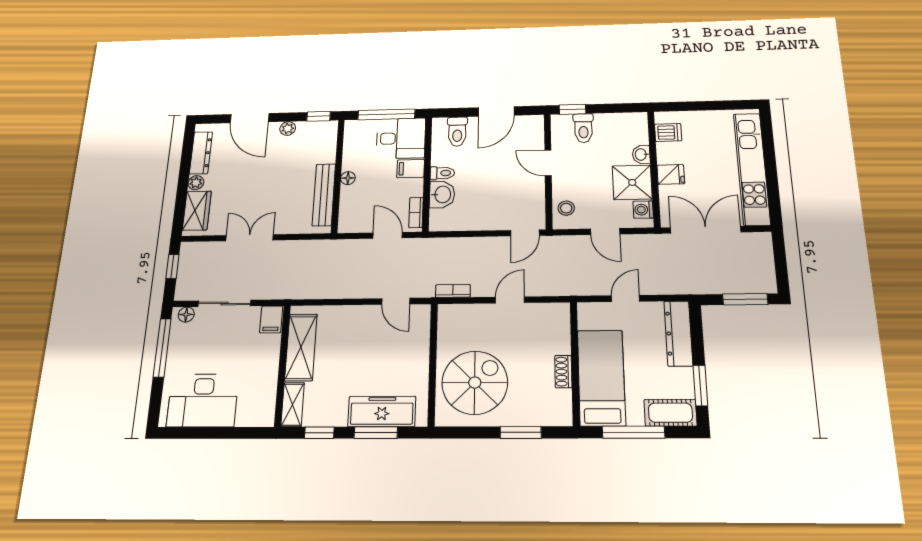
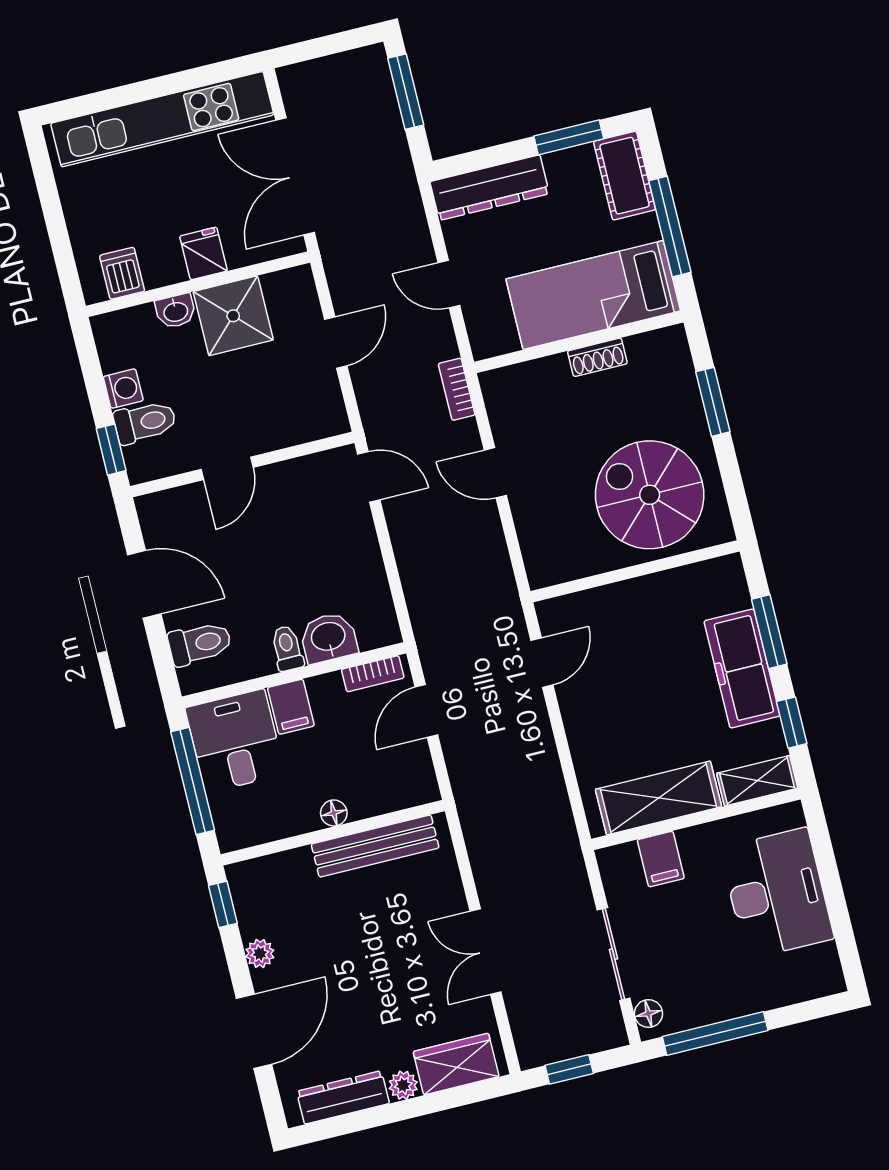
stool: (566, 208) -> (307, 417), removed
washing machine: (643, 210) -> (123, 389), moved, turned -90
bookcase: (453, 291) -> (457, 389), moved
filing cabinet: (271, 319) -> (661, 859), moved, turned 90
desk: (203, 401) -> (777, 893), moved
freezer: (382, 411) -> (742, 668), moved

